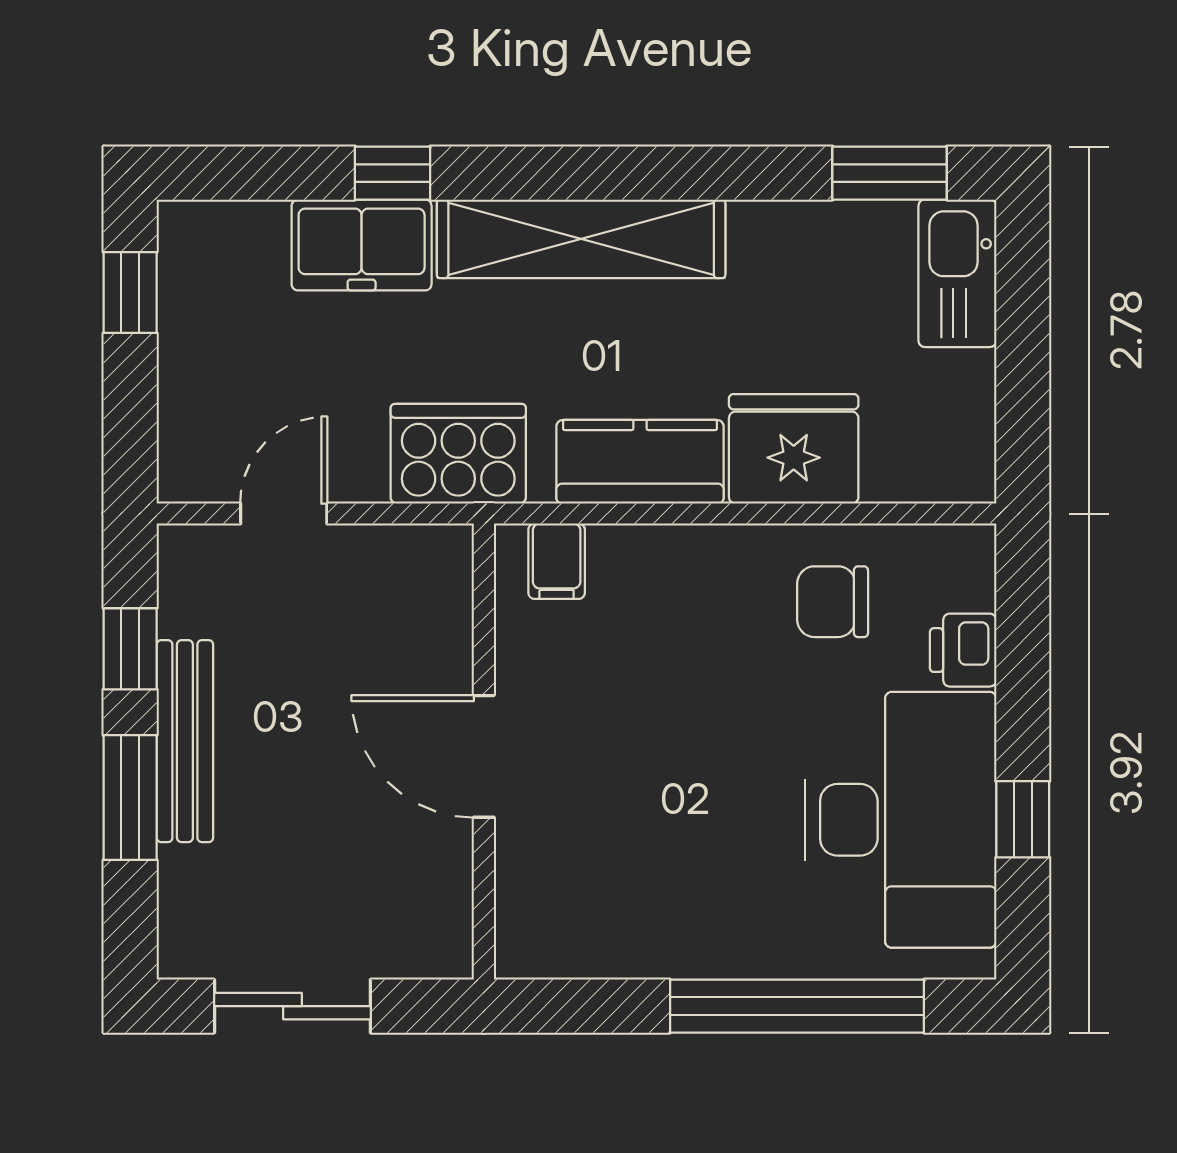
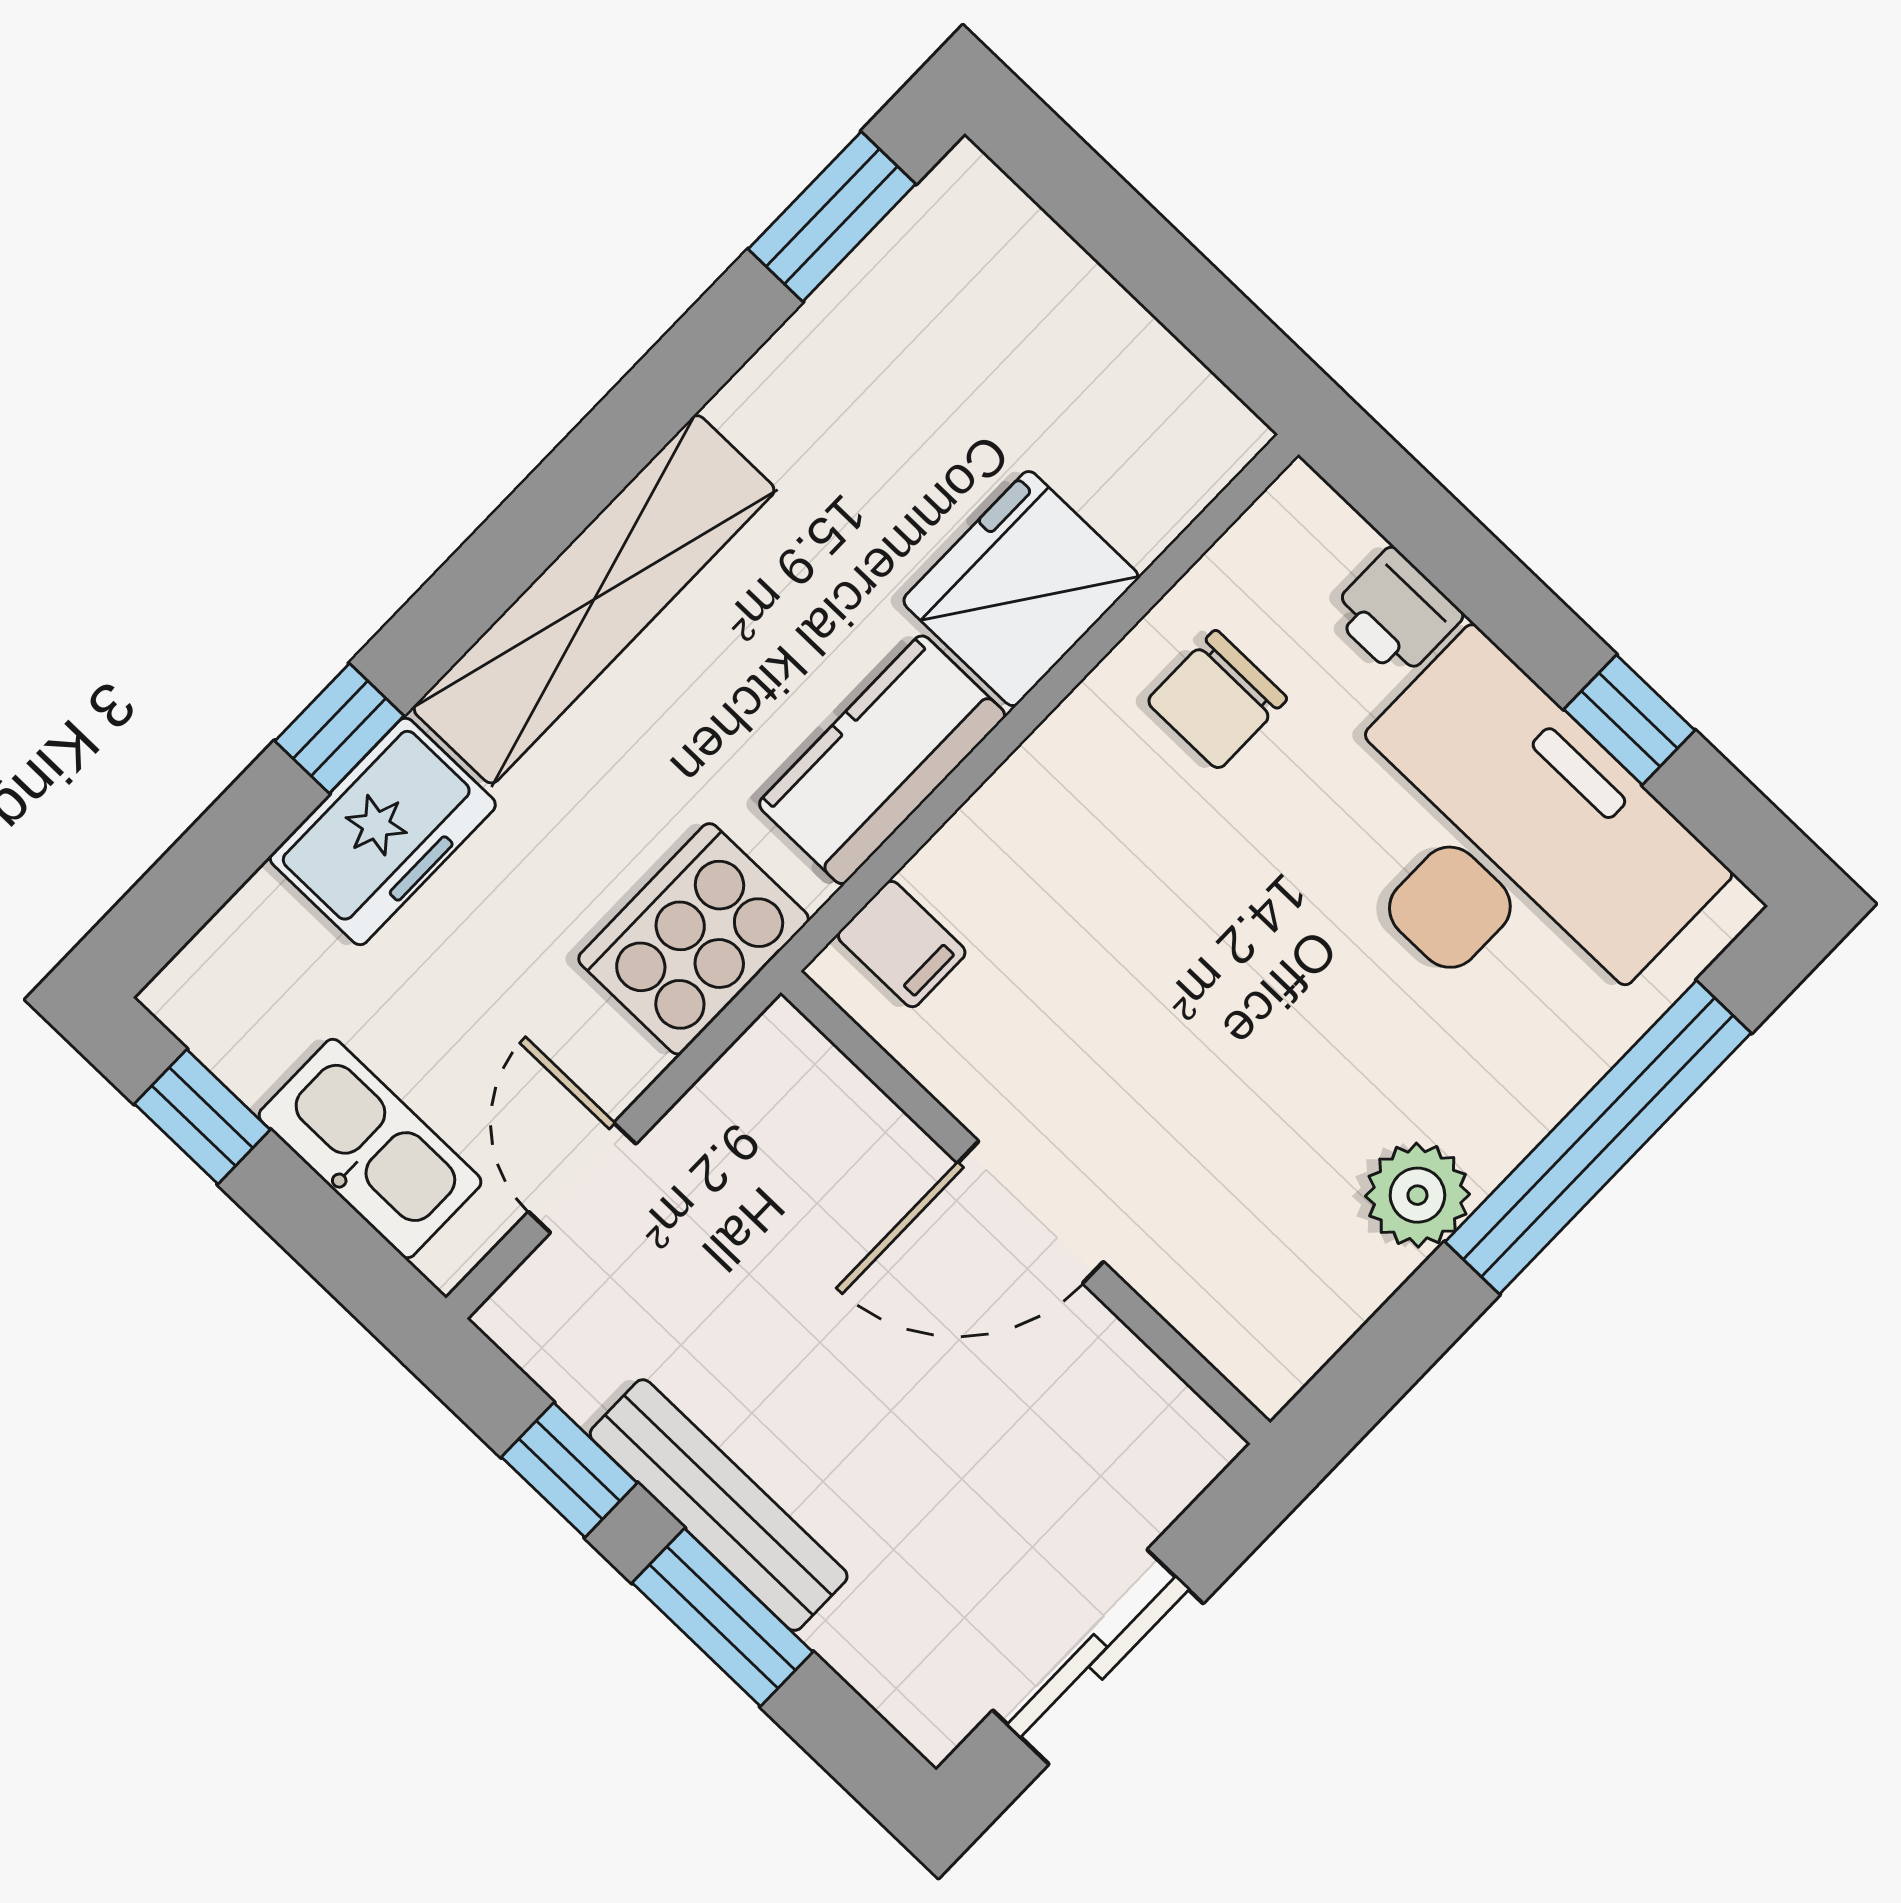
kitchen sink: (957, 273) -> (370, 1149), moved, turned 180
plant: (680, 943) -> (1417, 1195), added

